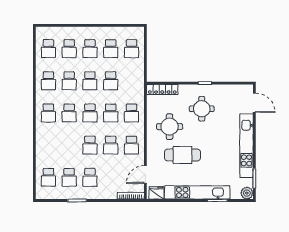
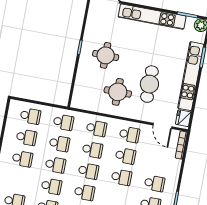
school desk: (69, 49) -> (63, 122), moved
locker: (162, 89) -> (78, 92), removed

